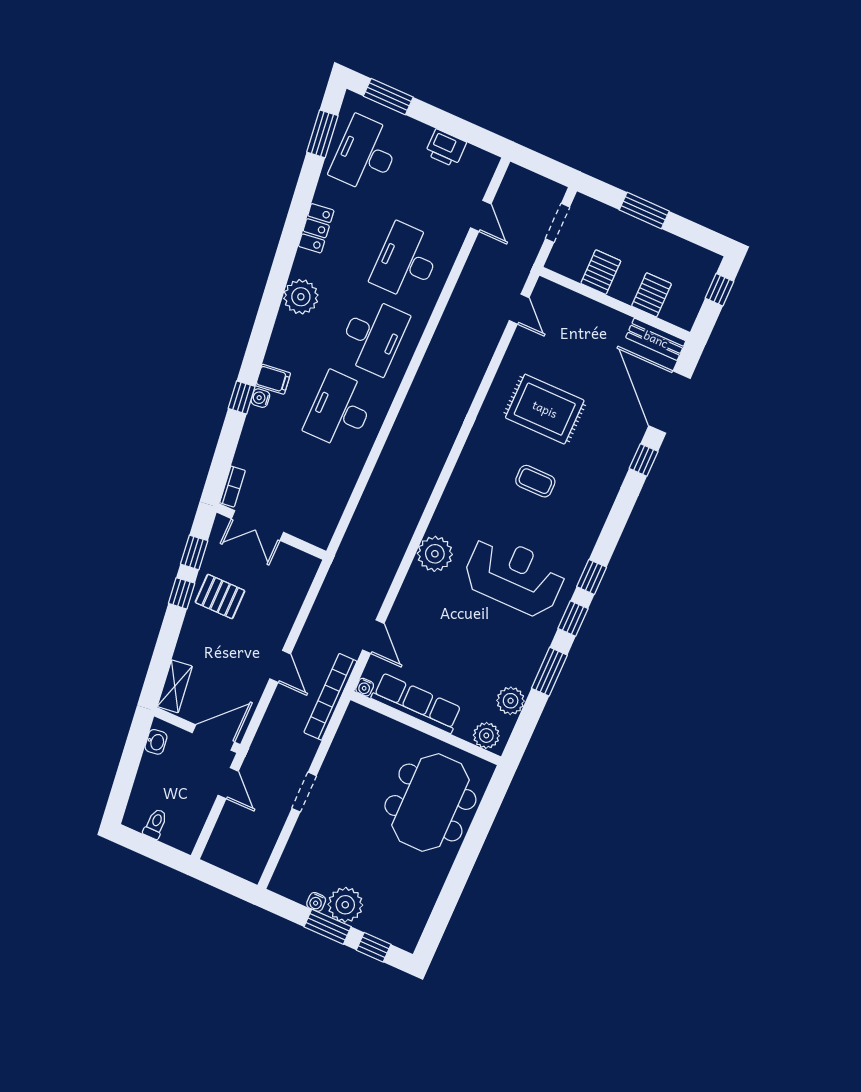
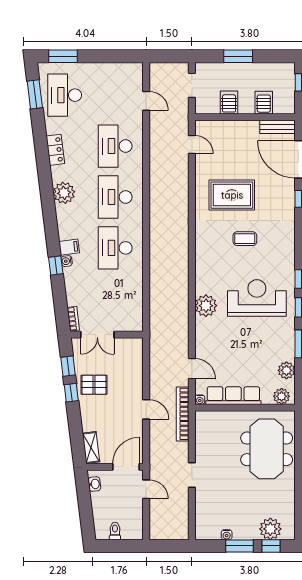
printer: (446, 148) -> (109, 71), removed
desk: (373, 336) -> (115, 197), turned 180
plant: (345, 905) -> (270, 529), moved

